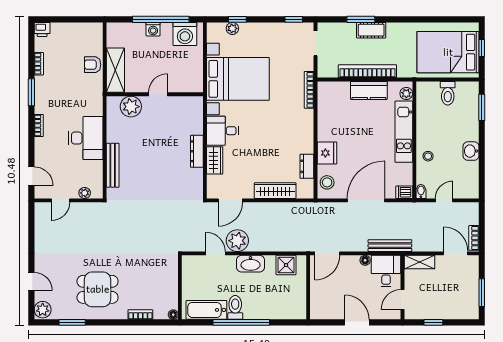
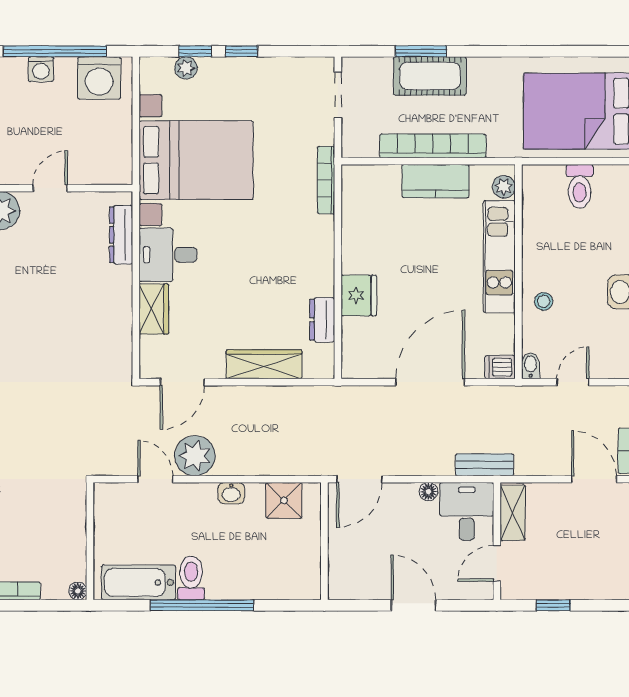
window: (294, 19) -> (242, 51), moved
cot: (371, 30) -> (430, 76), width x1.37, depth x1.34
dresser: (197, 151) -> (121, 235), moved
stool: (327, 182) -> (359, 349), removed
bench: (390, 246) -> (484, 465), width x0.73
shelving: (419, 262) -> (513, 513), moved, turned 90
washbasin: (251, 264) -> (231, 493), width x0.52, depth x0.69

